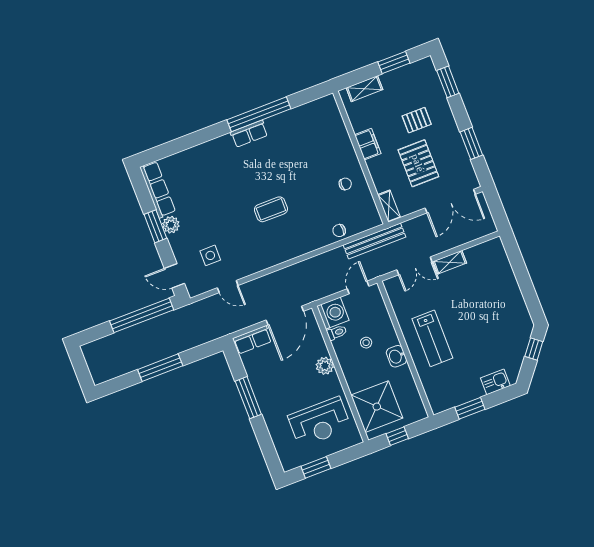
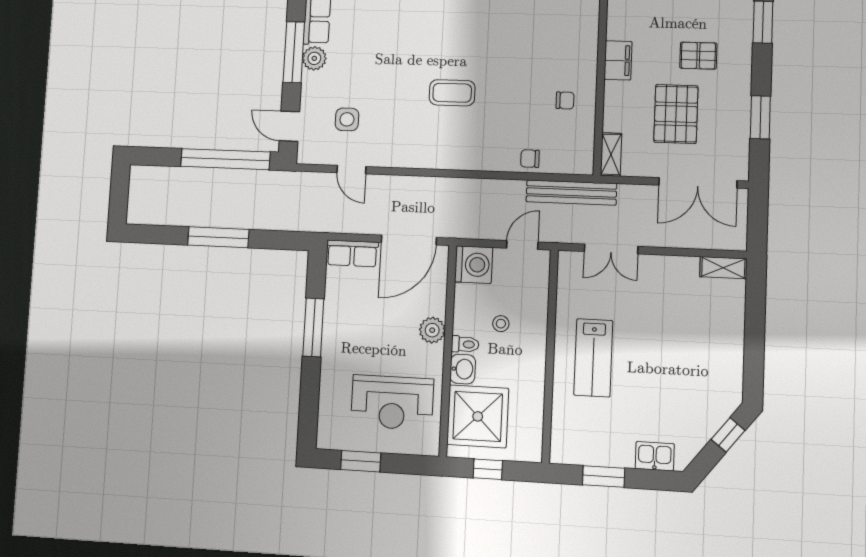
window: (155, 226) -> (294, 52), width x1.44
shelving: (450, 262) -> (723, 268), moved
toilet: (337, 333) -> (465, 344), moved
washbasin: (396, 356) -> (463, 369), moved, turned 180

